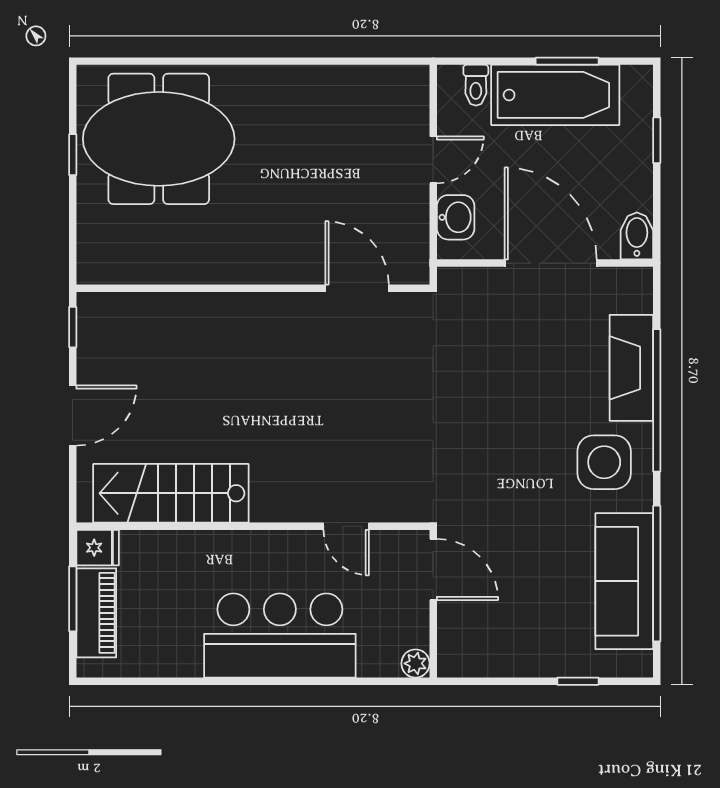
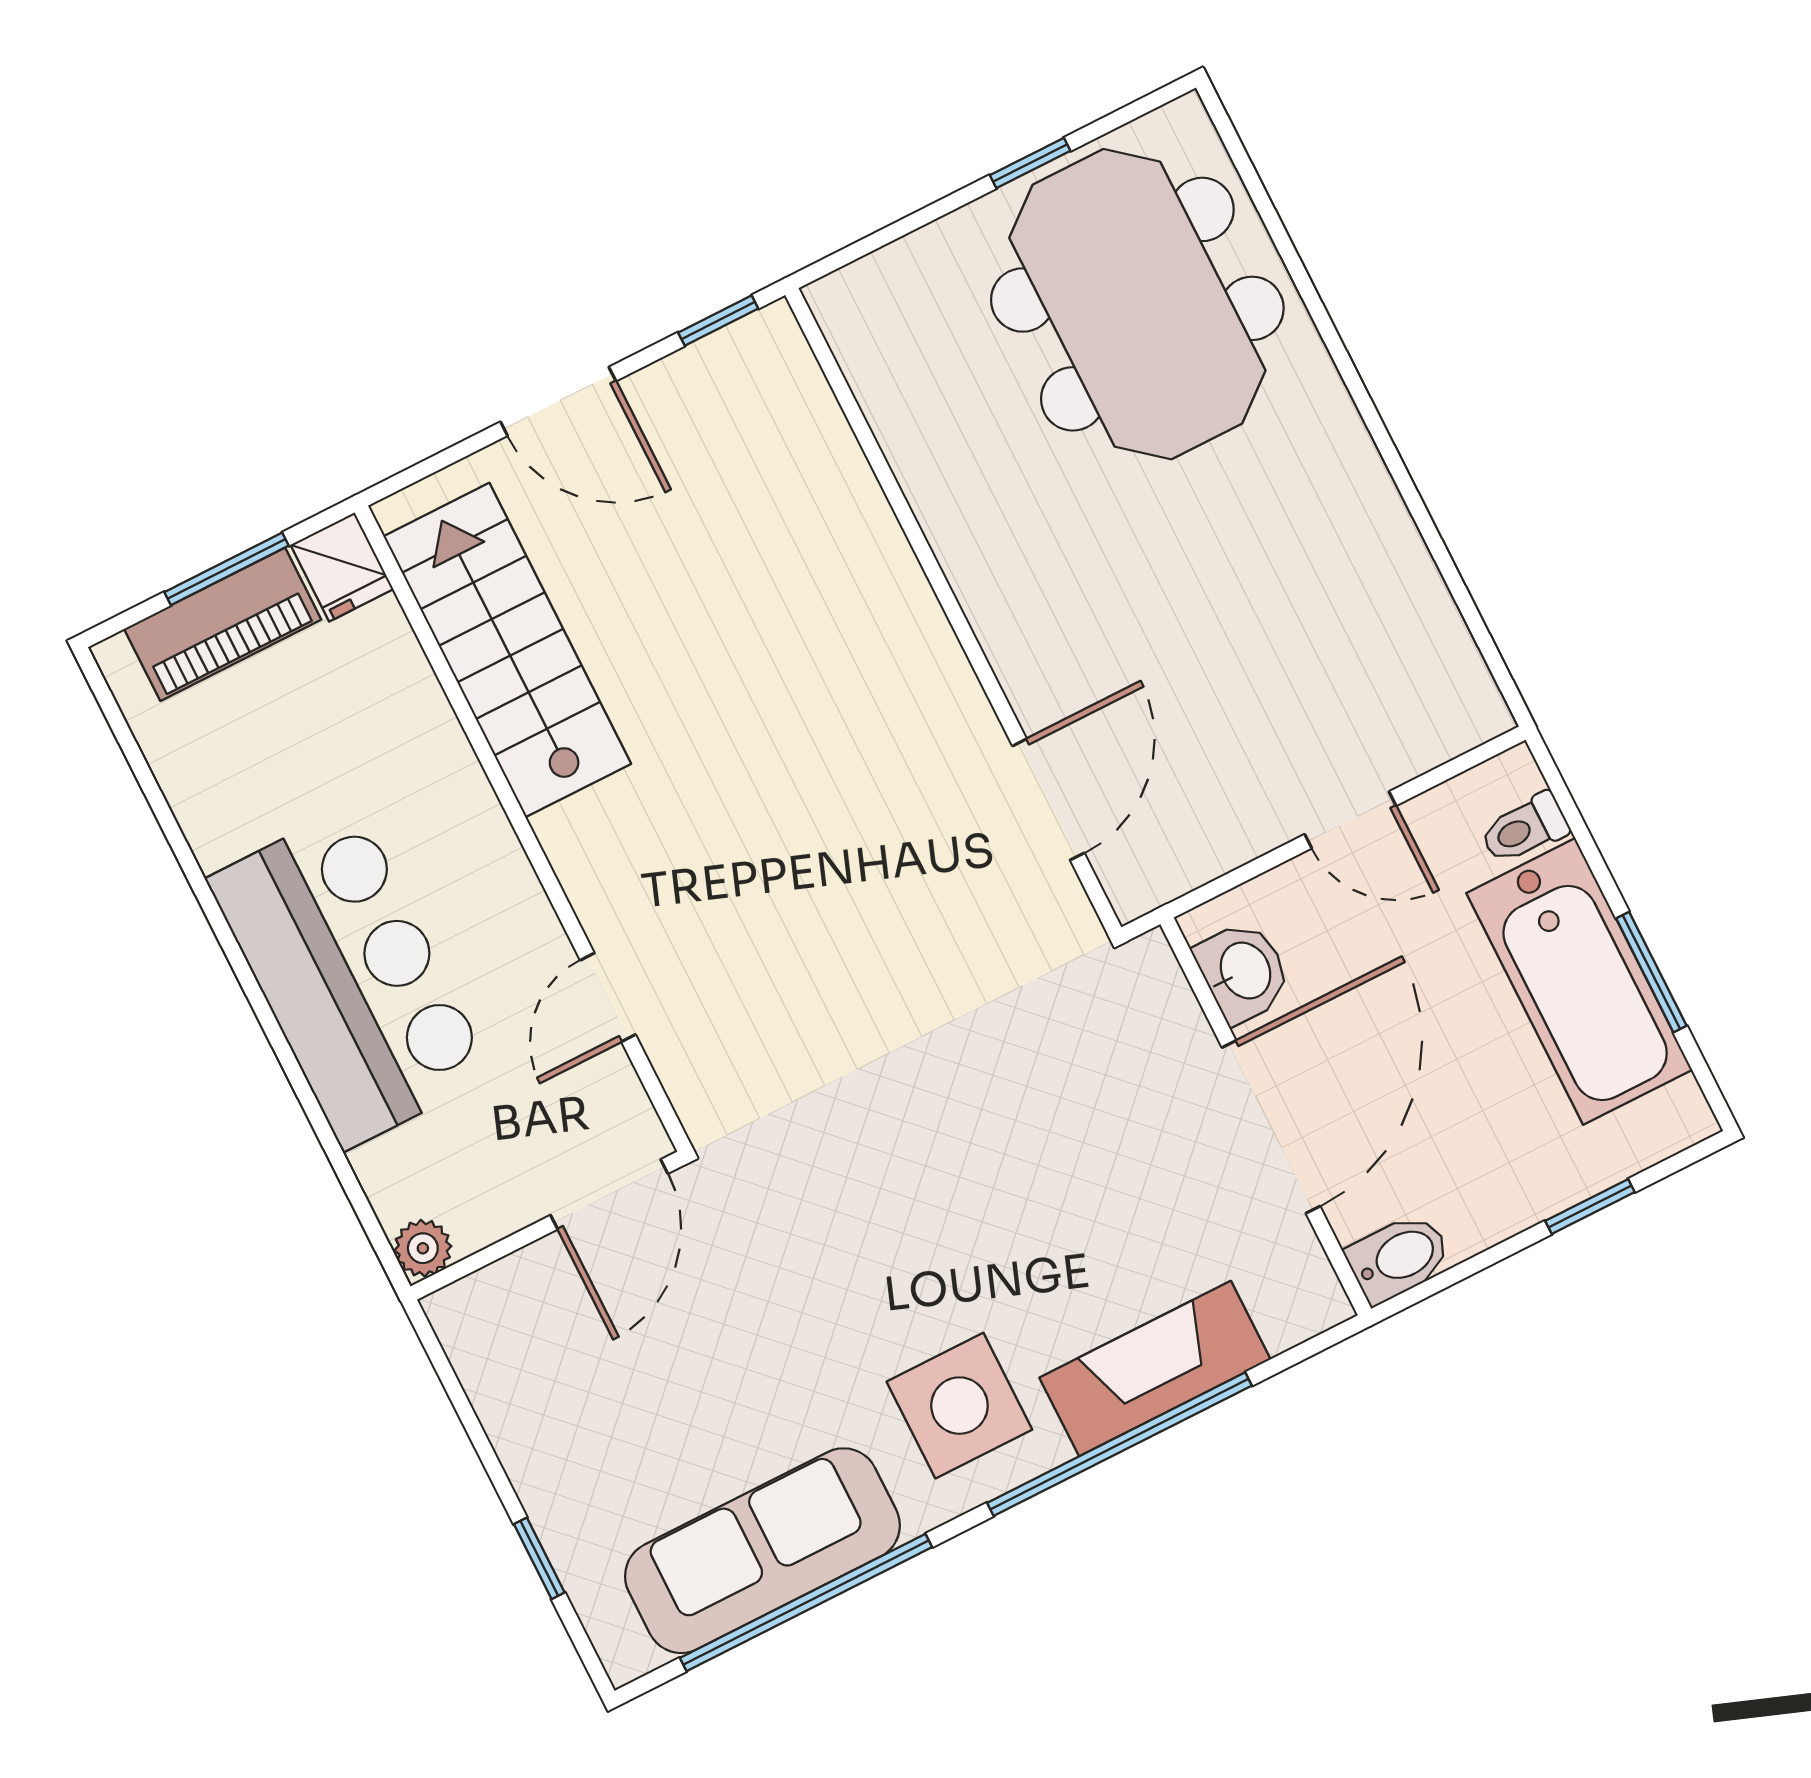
washbasin: (456, 217) -> (1243, 972), moved, turned -90

